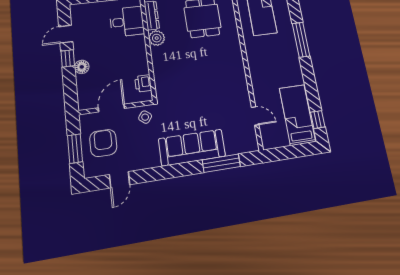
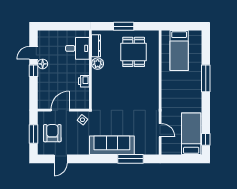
floor lamp: (82, 67) -> (43, 64), moved
printer: (143, 83) -> (84, 81), moved

